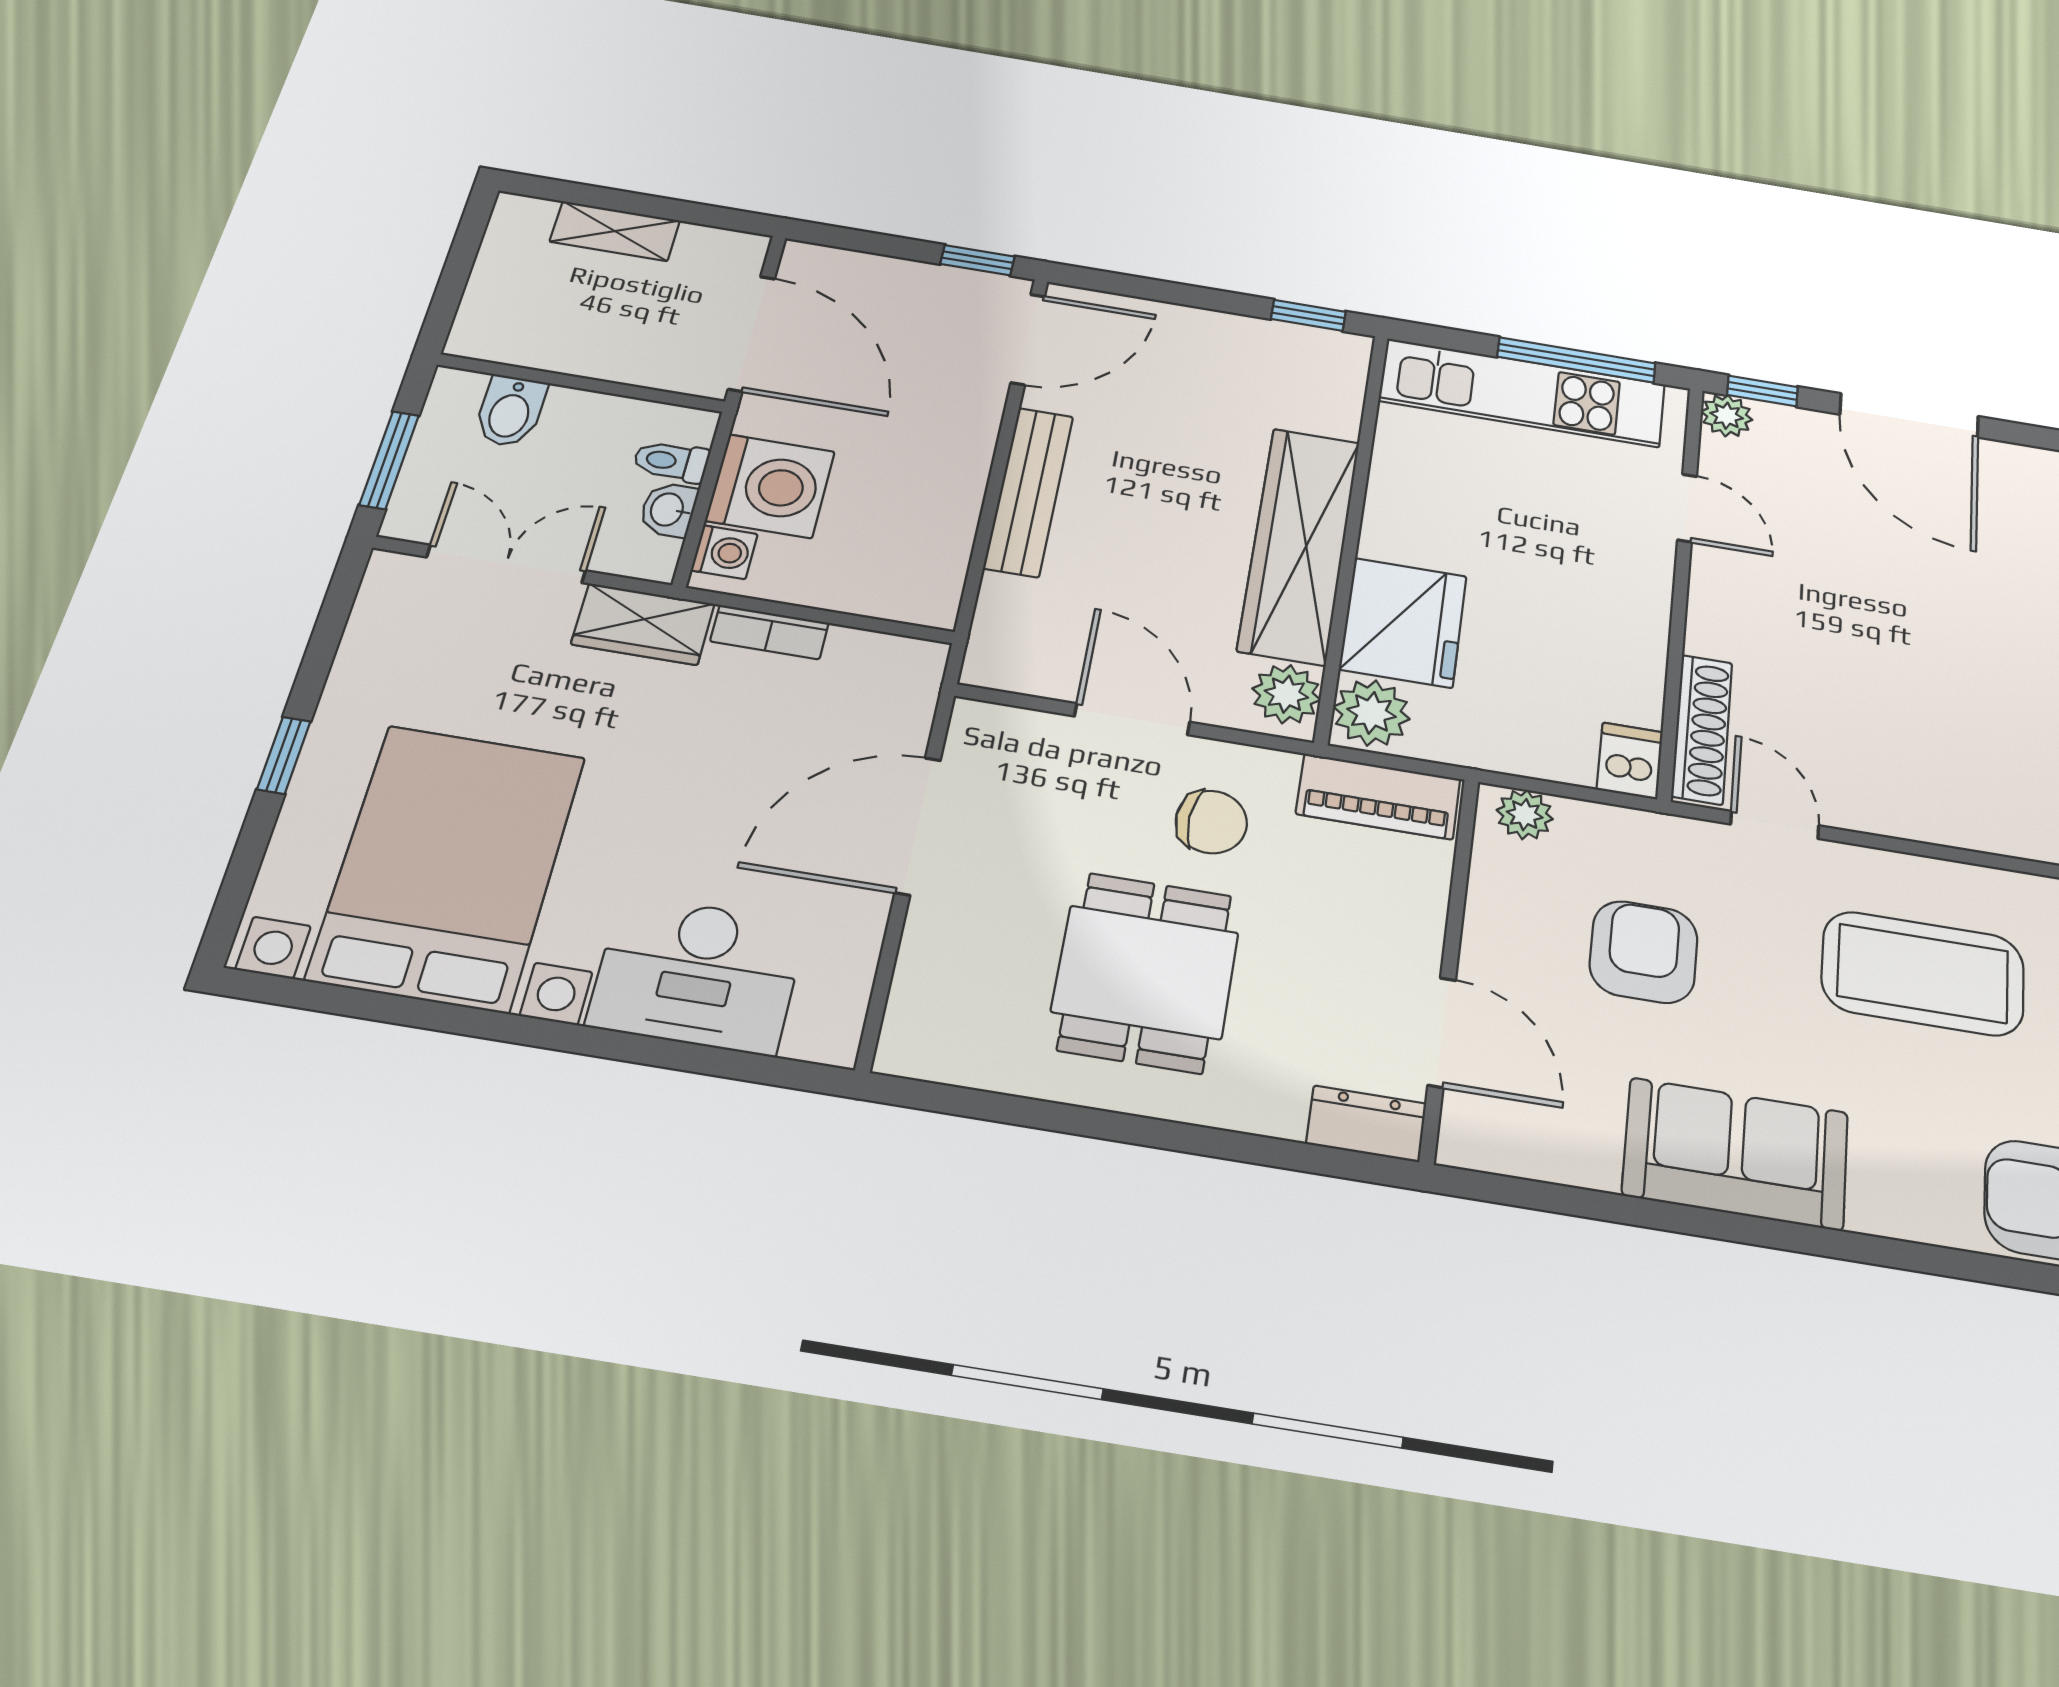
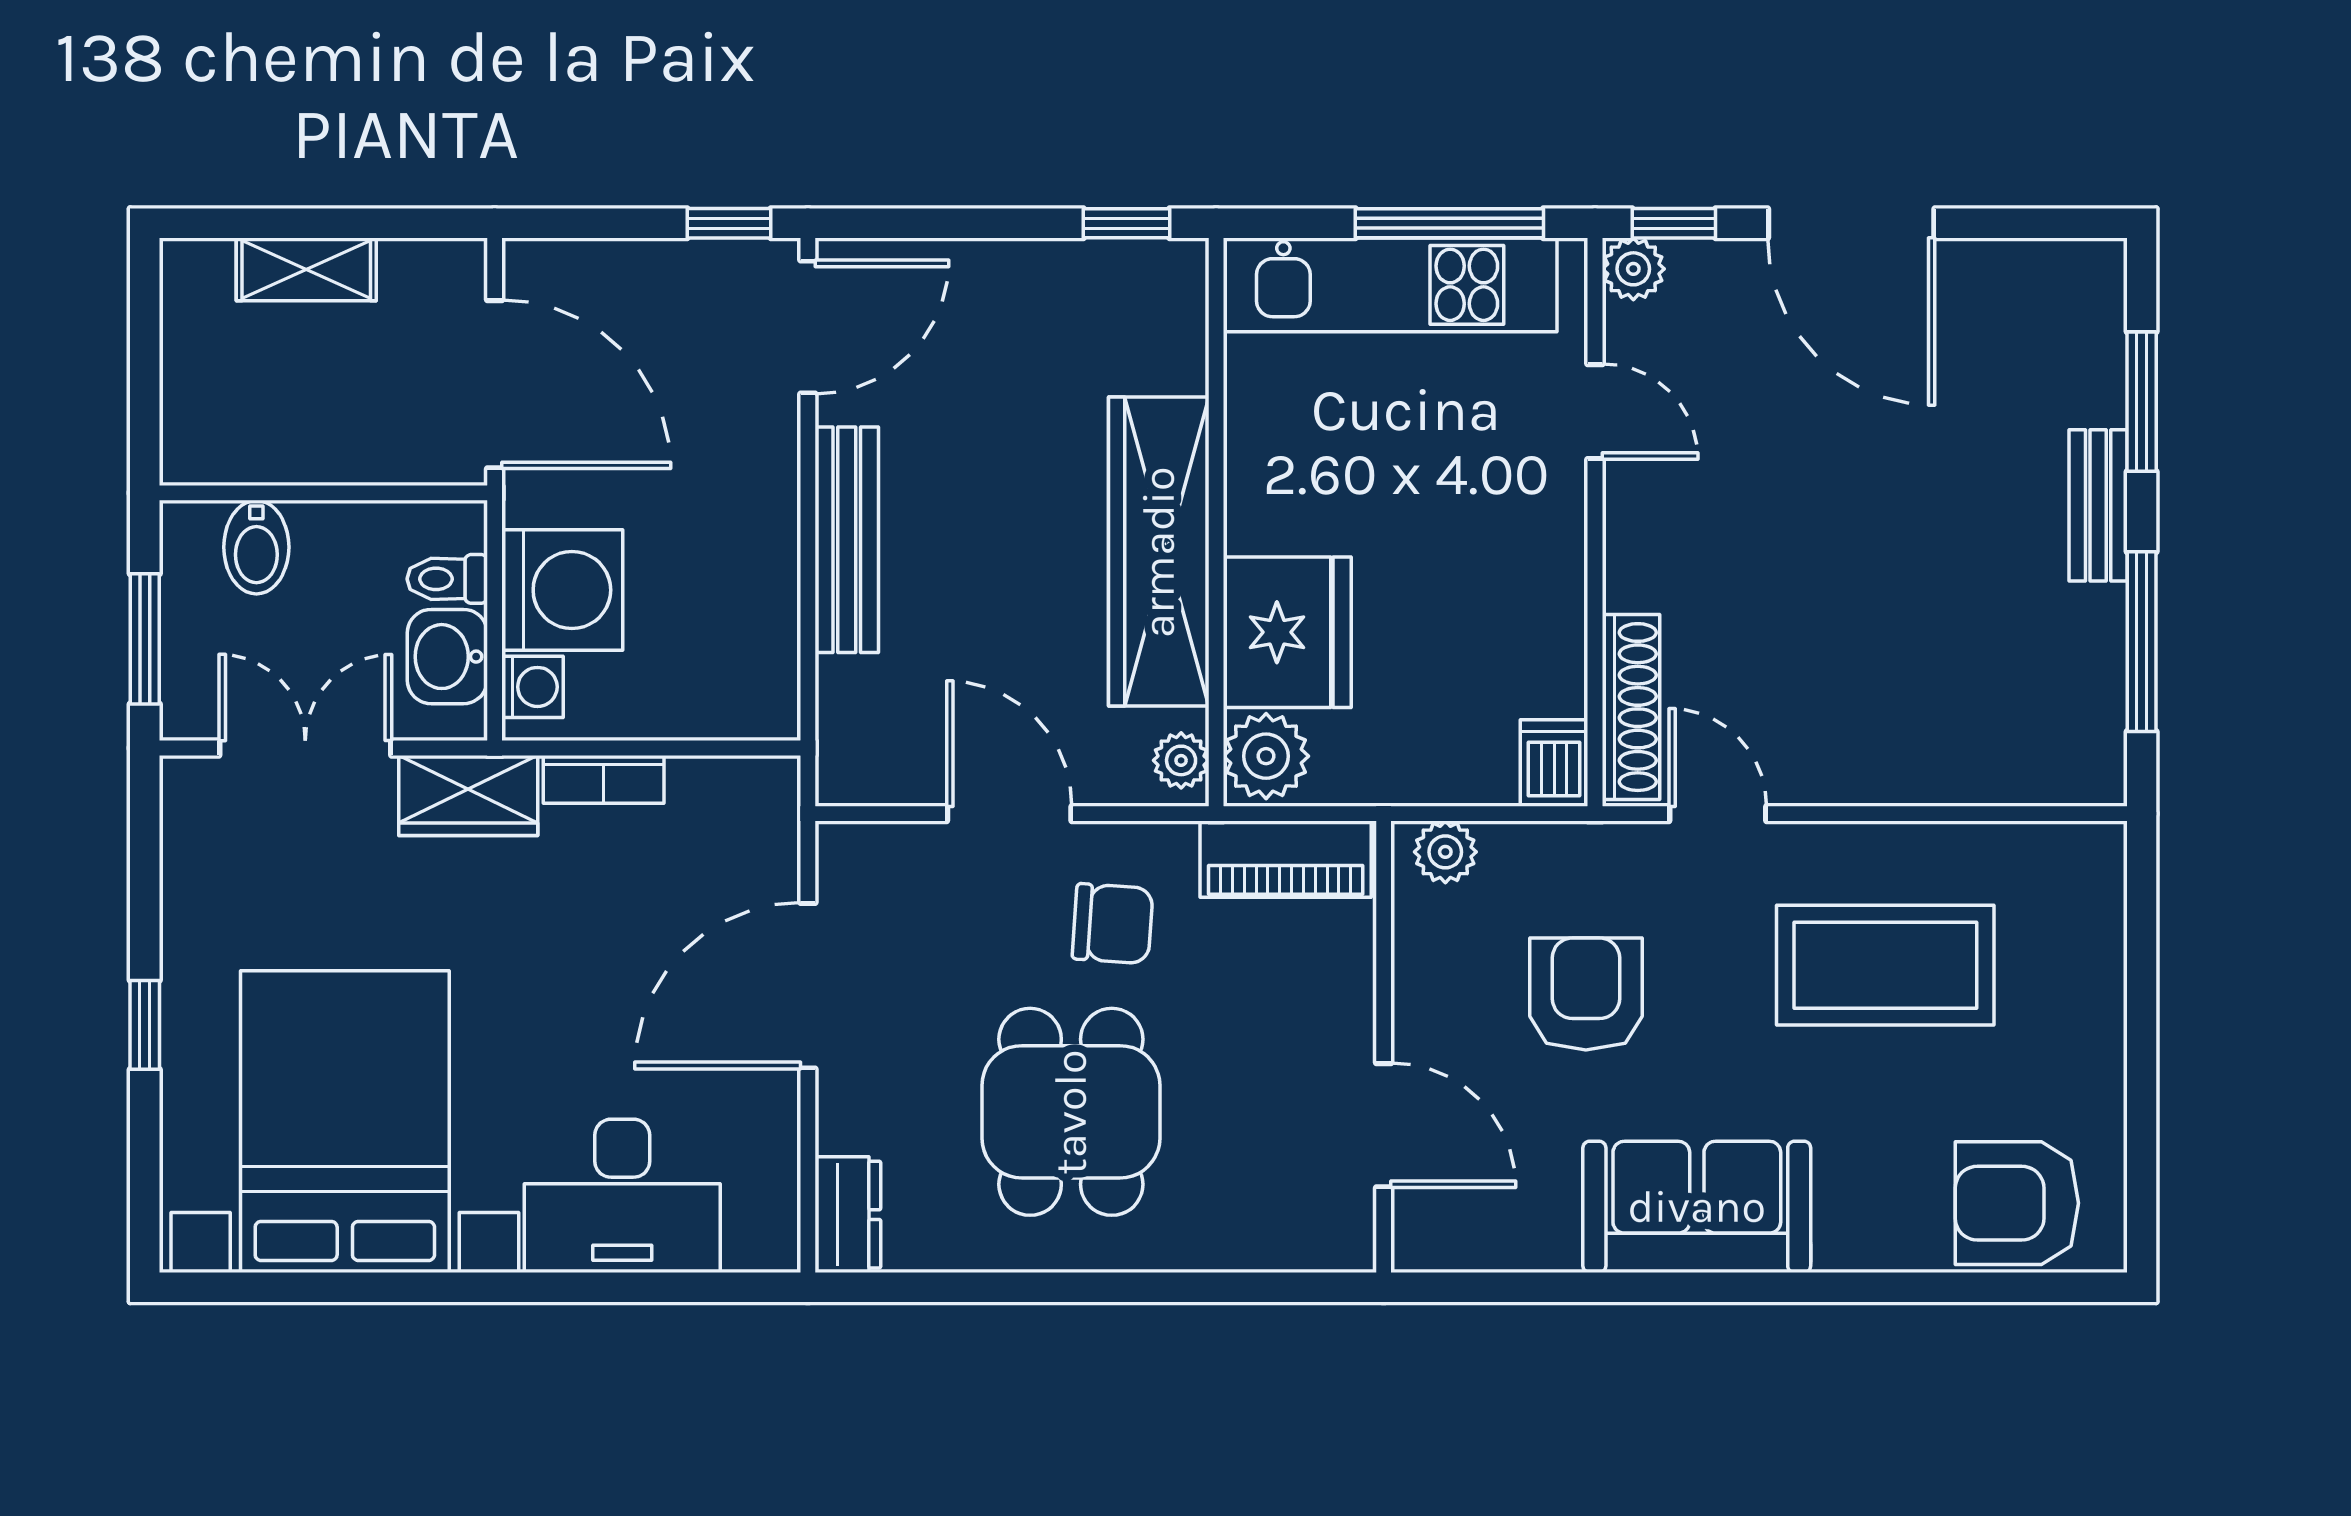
washbasin: (668, 510) -> (447, 657), width x1.38, depth x1.45
plant: (1286, 694) -> (1181, 760), width x0.73, depth x0.73
dresser: (1366, 1124) -> (848, 1215), moved, turned 90

